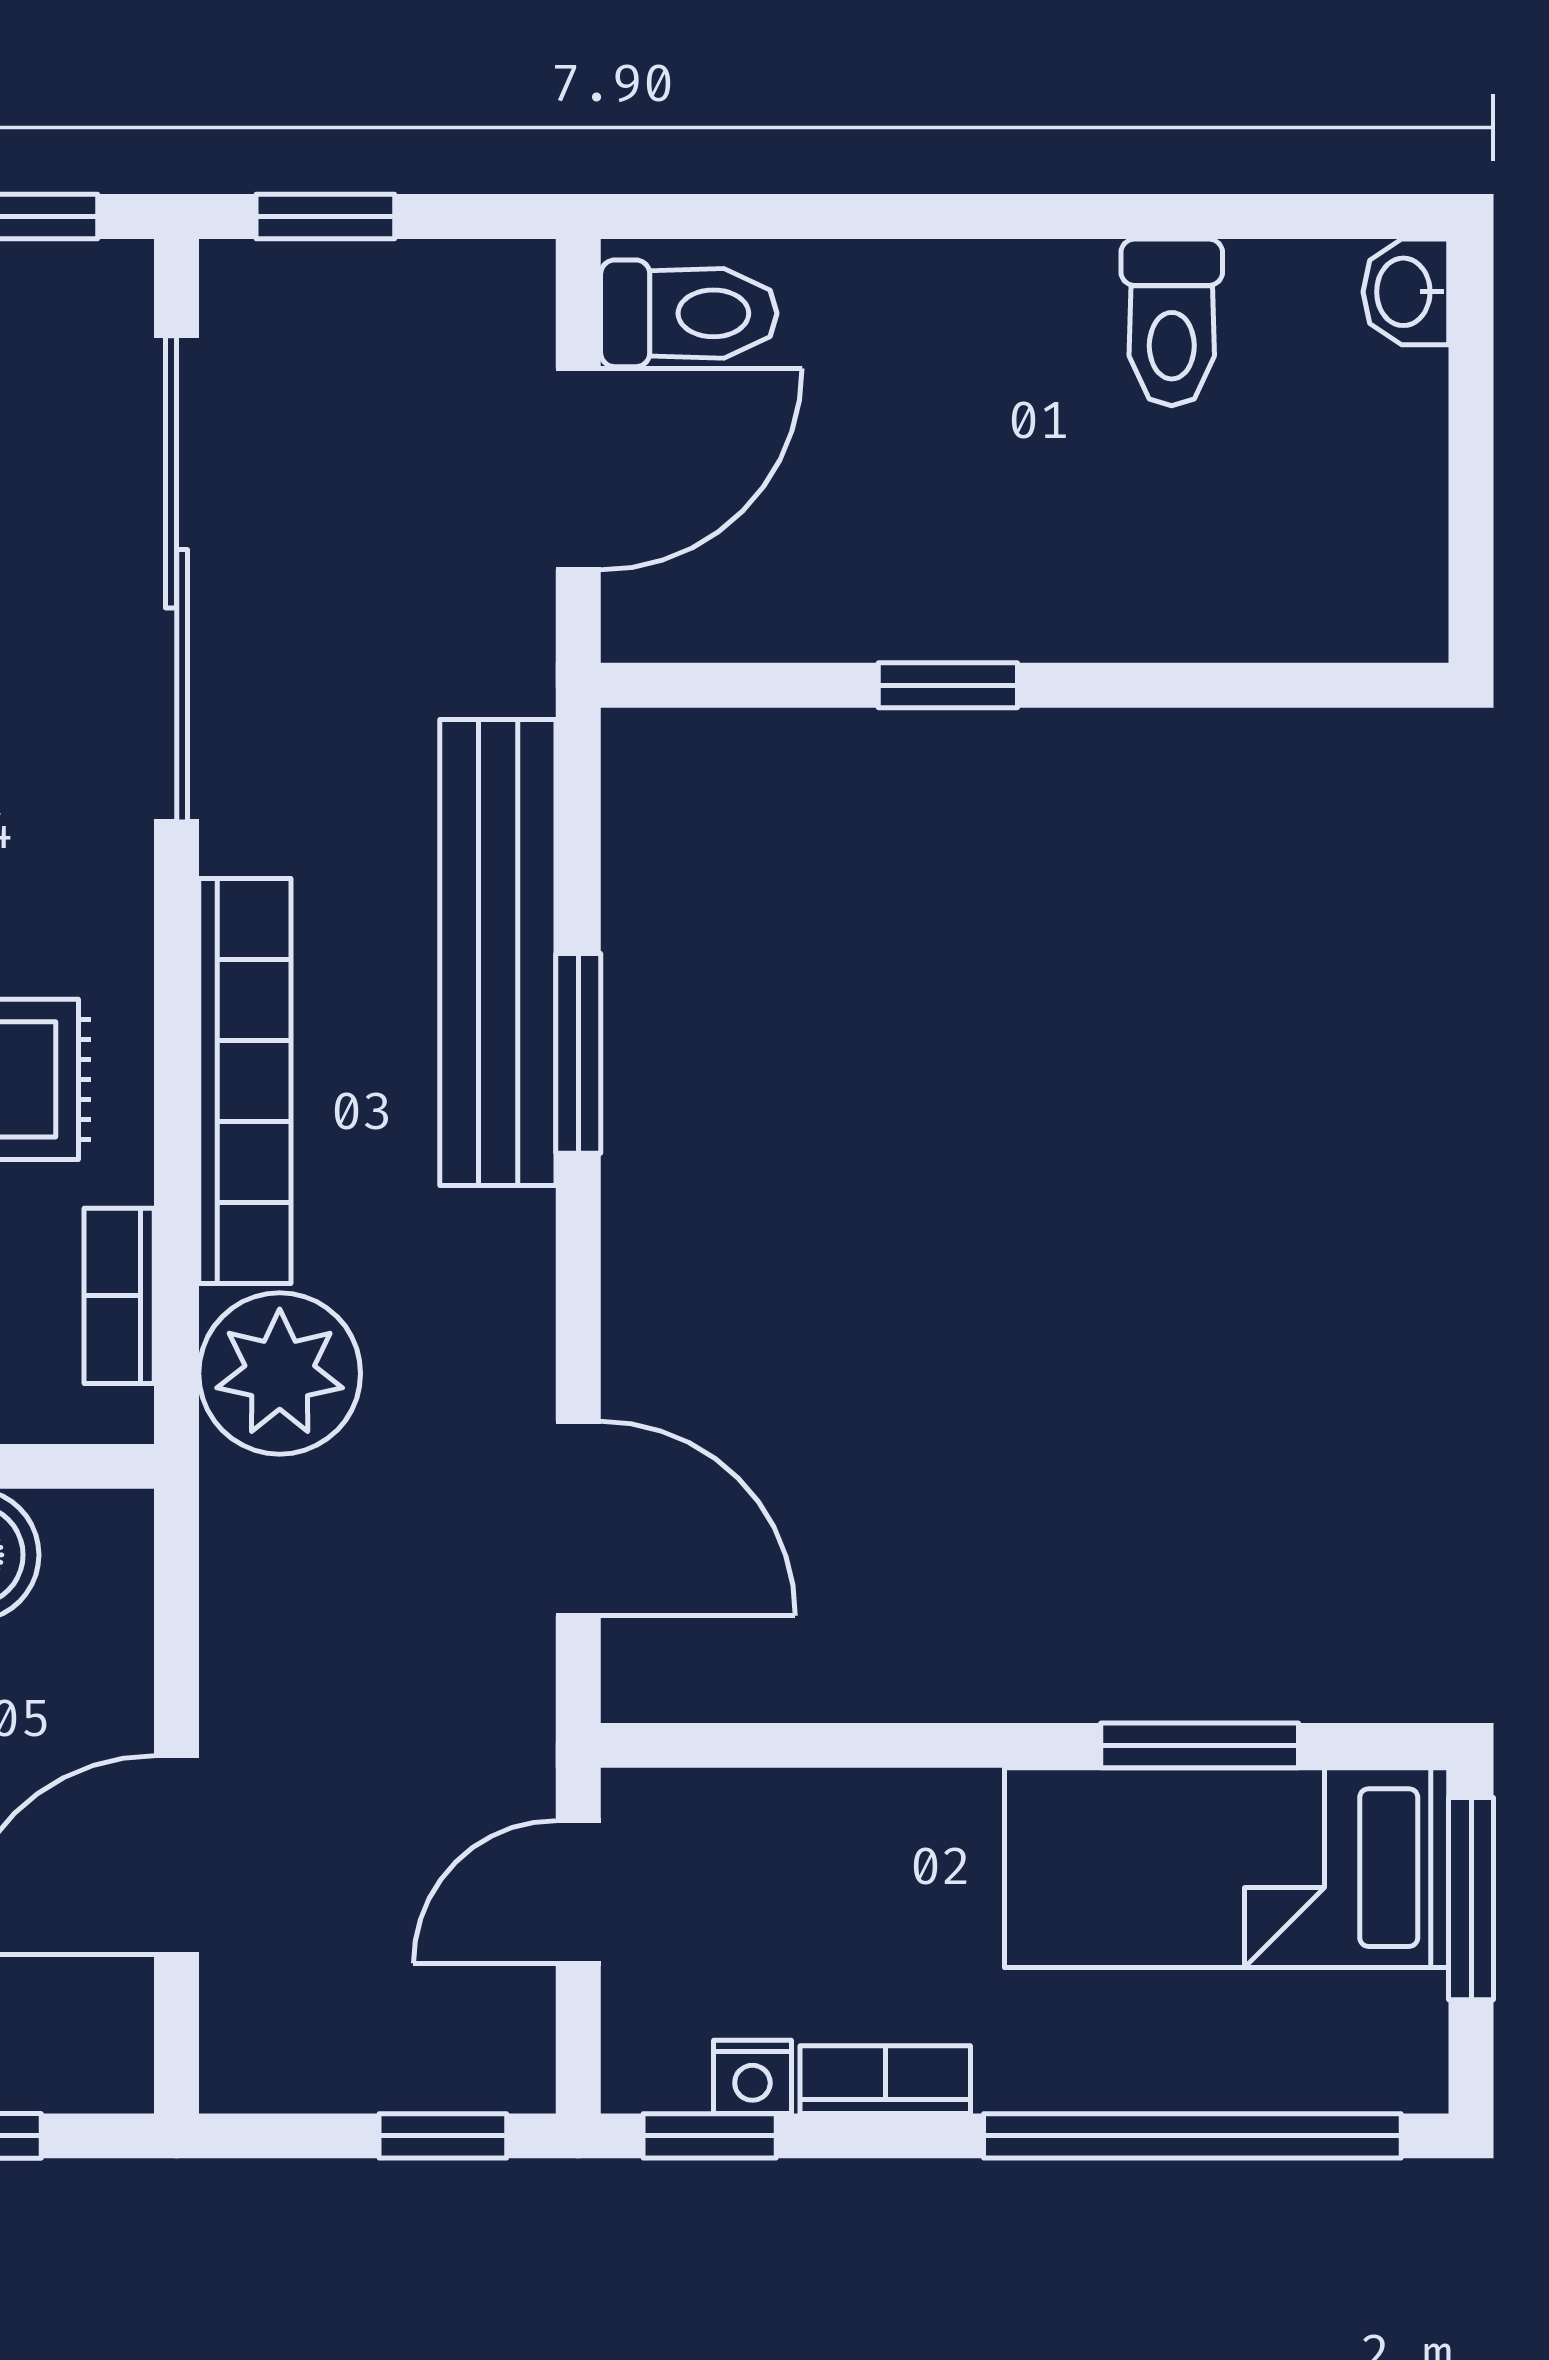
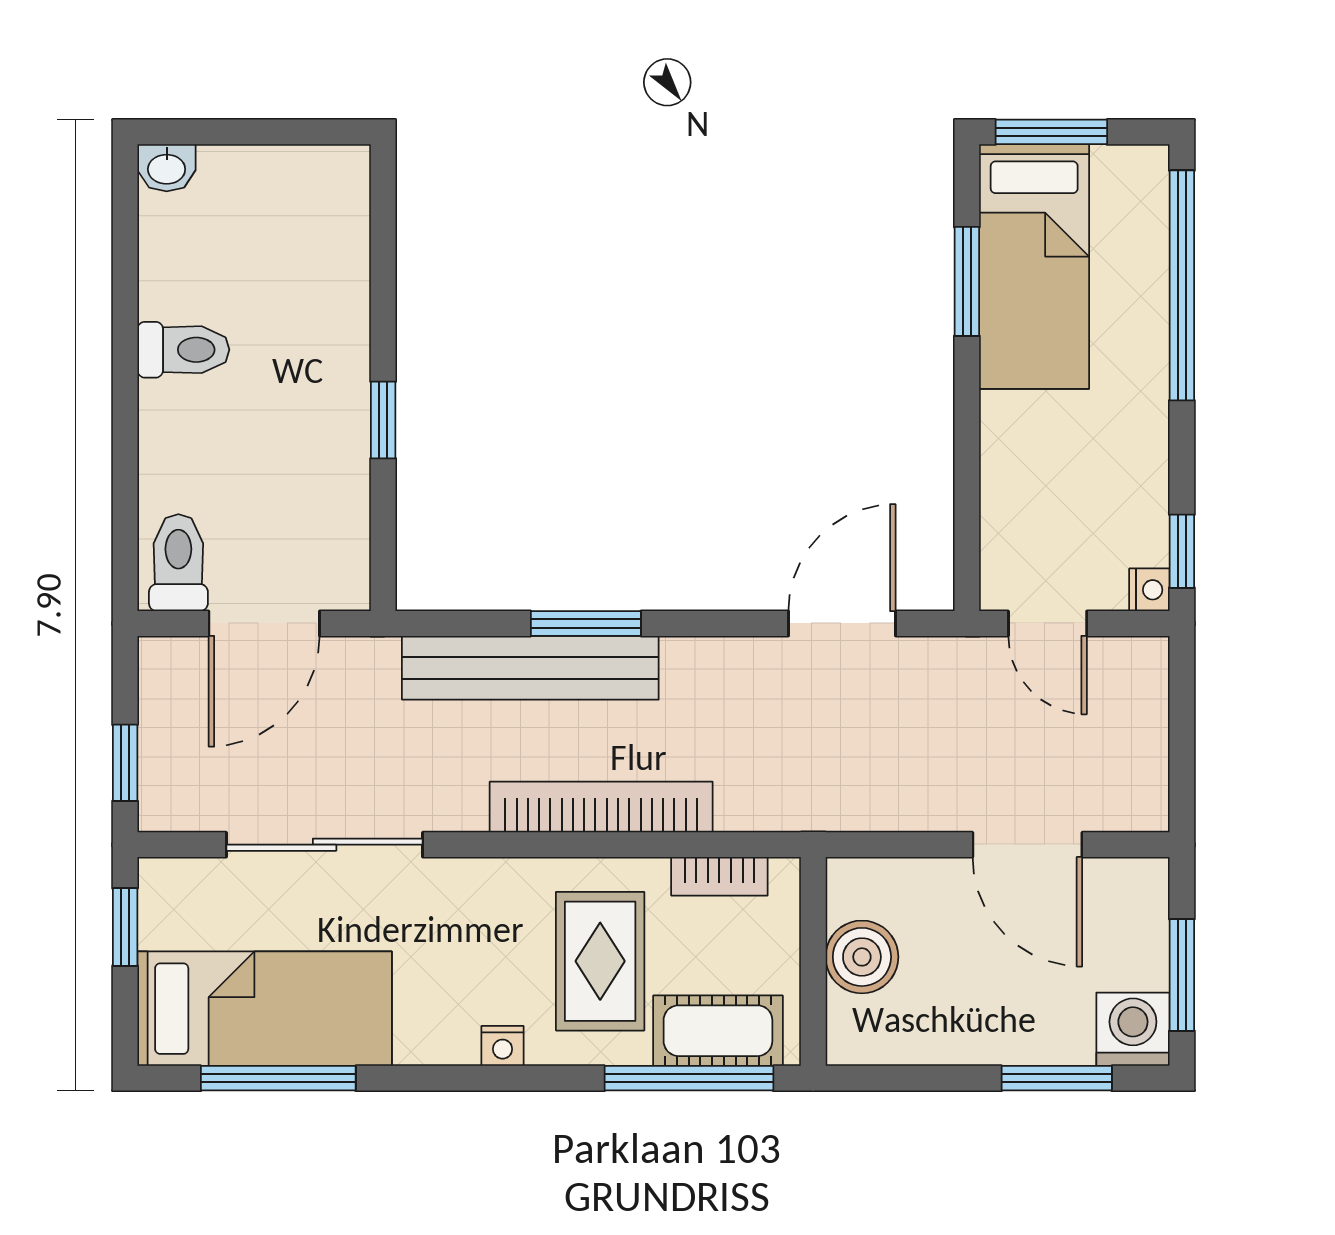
toilet: (1172, 322) -> (183, 350), moved
door: (578, 469) -> (264, 623), swing flipped
sliding door: (177, 579) -> (325, 845), width x0.73
plant: (280, 1373) -> (762, 788), removed
nightstand: (752, 2077) -> (1149, 590), moved
bookcase: (885, 2080) -> (1151, 454), removed
window: (443, 2136) -> (1182, 698), removed

